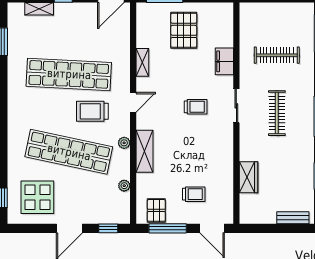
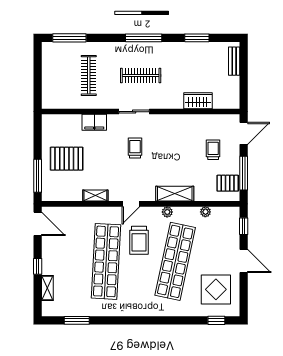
door: (133, 102) -> (131, 204), swing flipped

